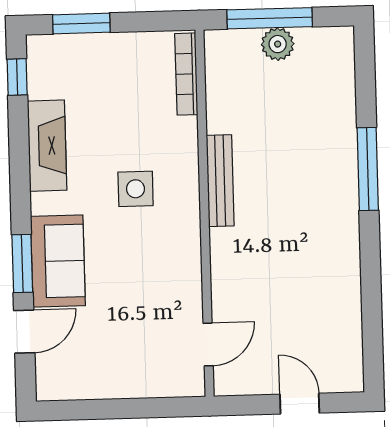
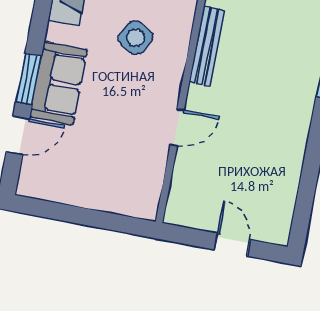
side table: (136, 189) -> (136, 38), turned 31
door: (208, 344) -> (177, 128), moved

